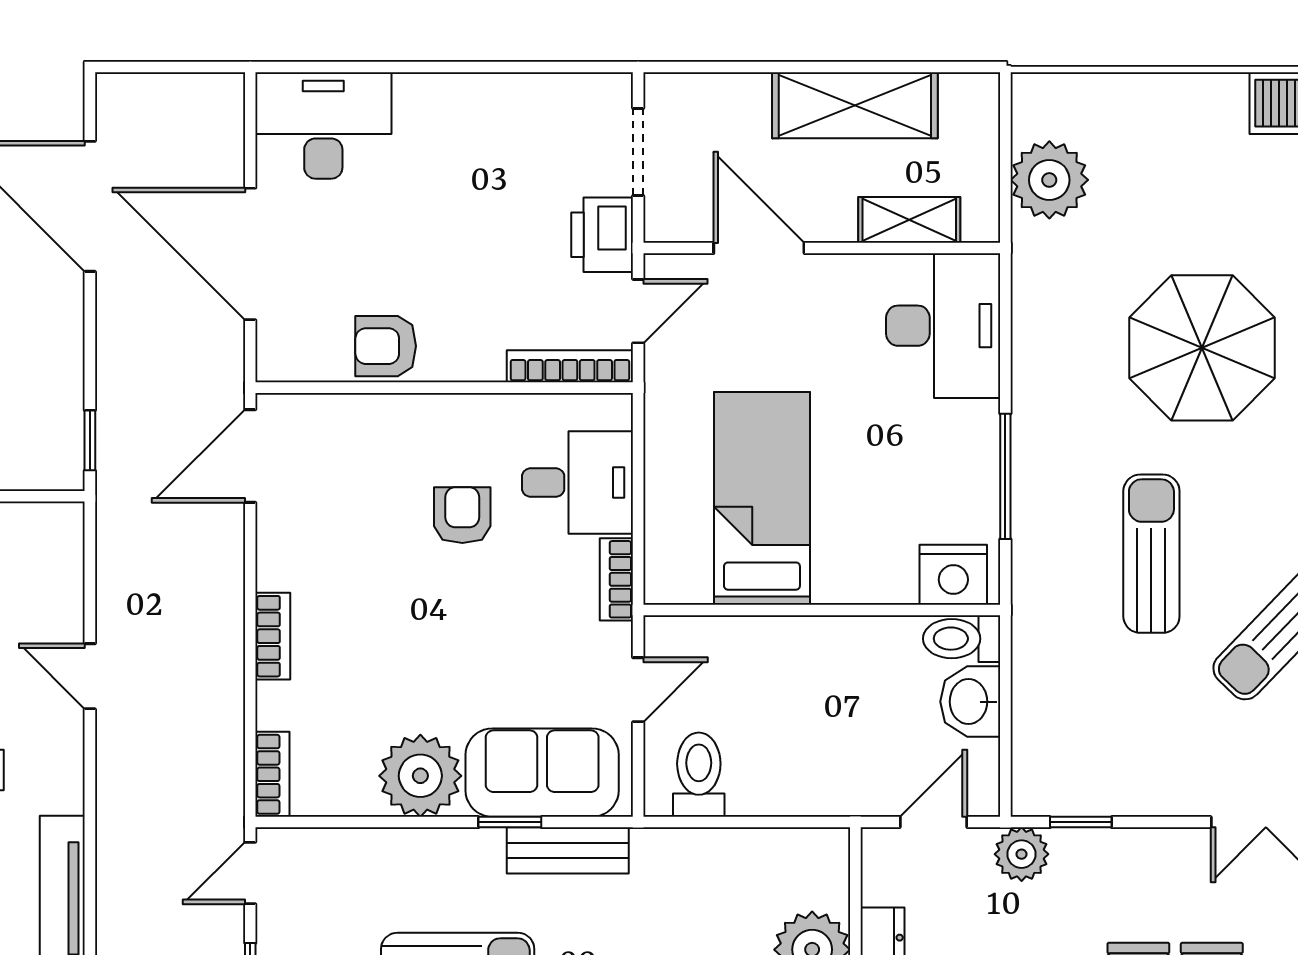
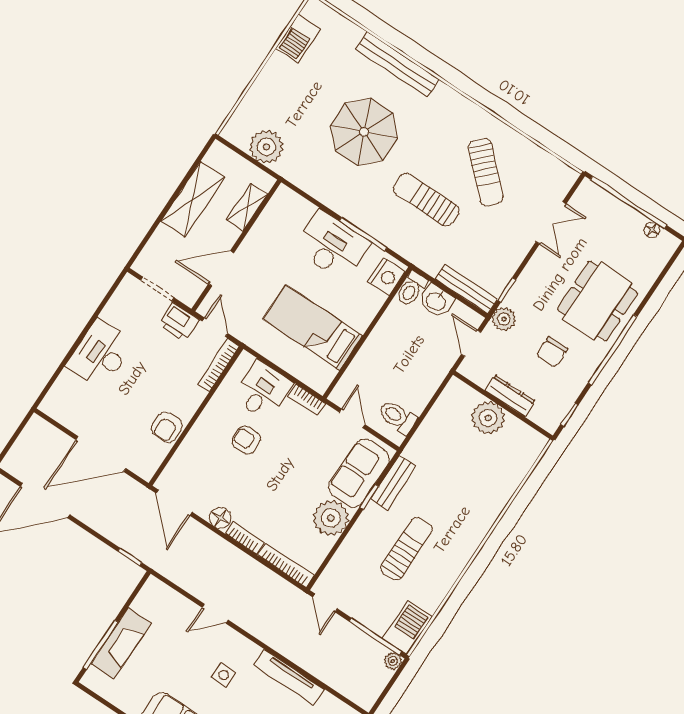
desk: (323, 125) -> (100, 354), moved
desk: (943, 326) -> (332, 246), moved
floor lamp: (280, 564) -> (220, 518), added
bench: (1031, 744) -> (466, 289), added
bookcase: (272, 774) -> (286, 565), width x1.56

